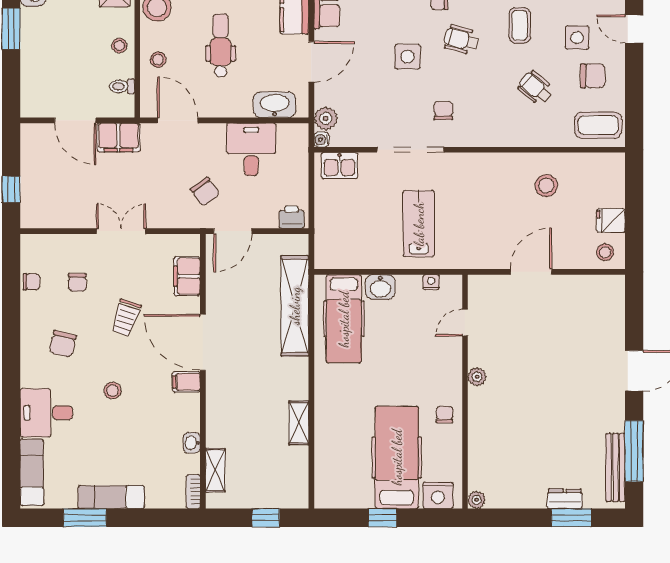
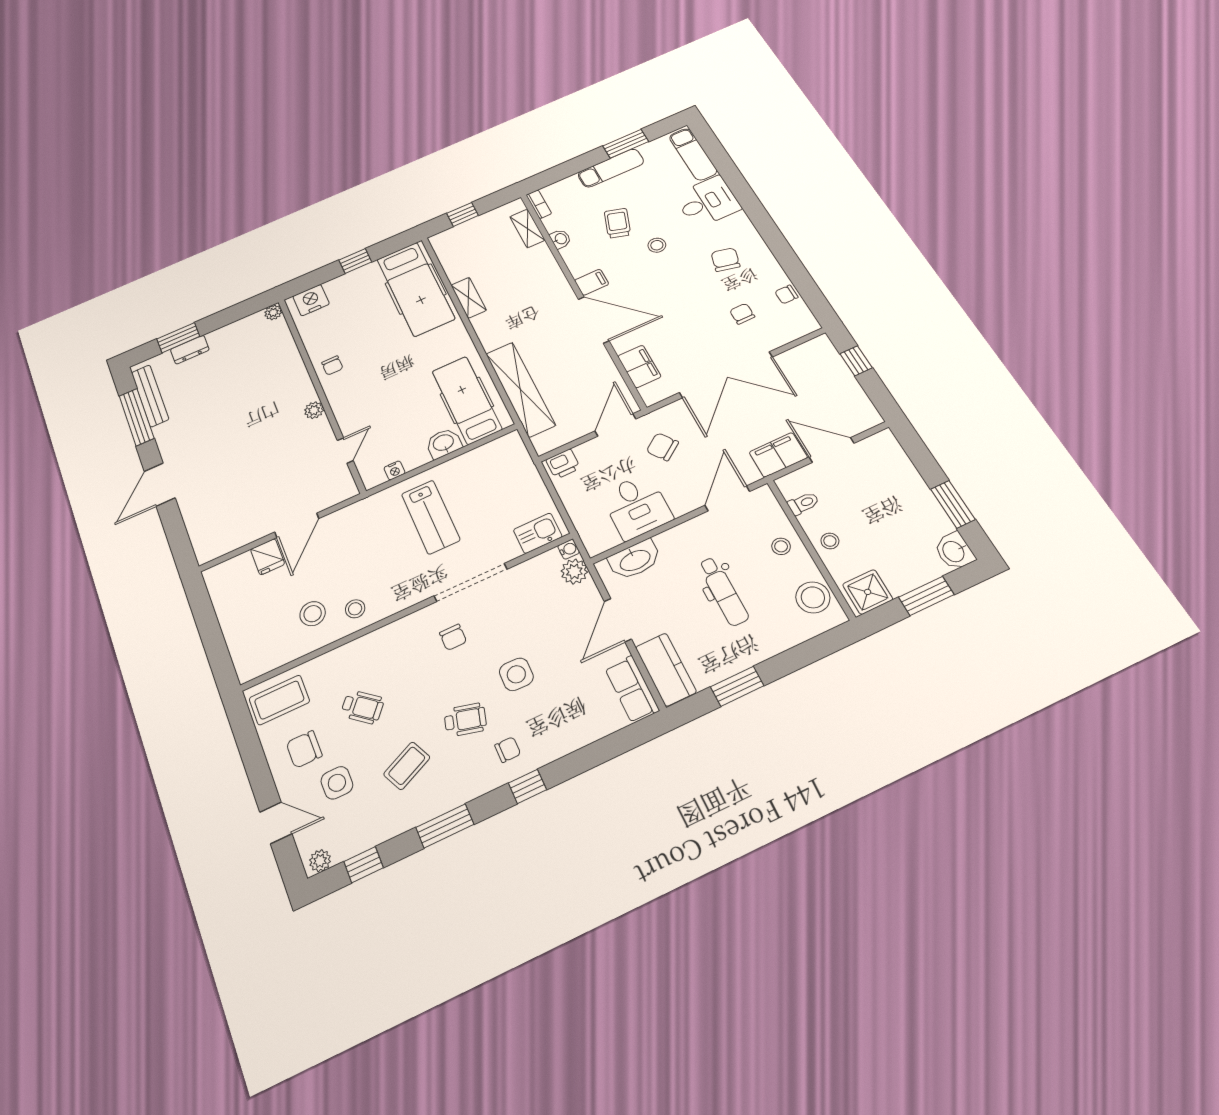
coffee table: (520, 25) -> (407, 766), turned 65
door: (178, 120) -> (727, 498), swing flipped
fridge: (611, 221) -> (268, 557), moved, turned 90
double door: (121, 231) -> (726, 375), width x1.87
stool: (605, 252) -> (355, 609), moved
trolley: (126, 318) -> (617, 223), moved
hospital bed: (397, 457) -> (416, 289), moved

